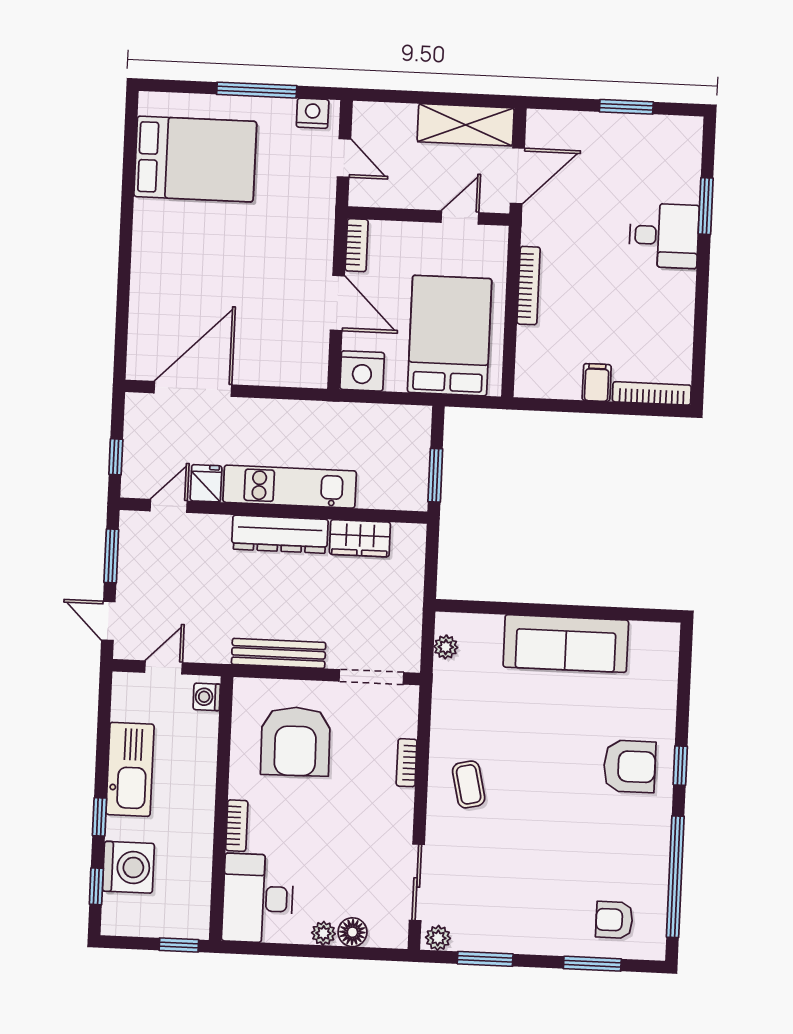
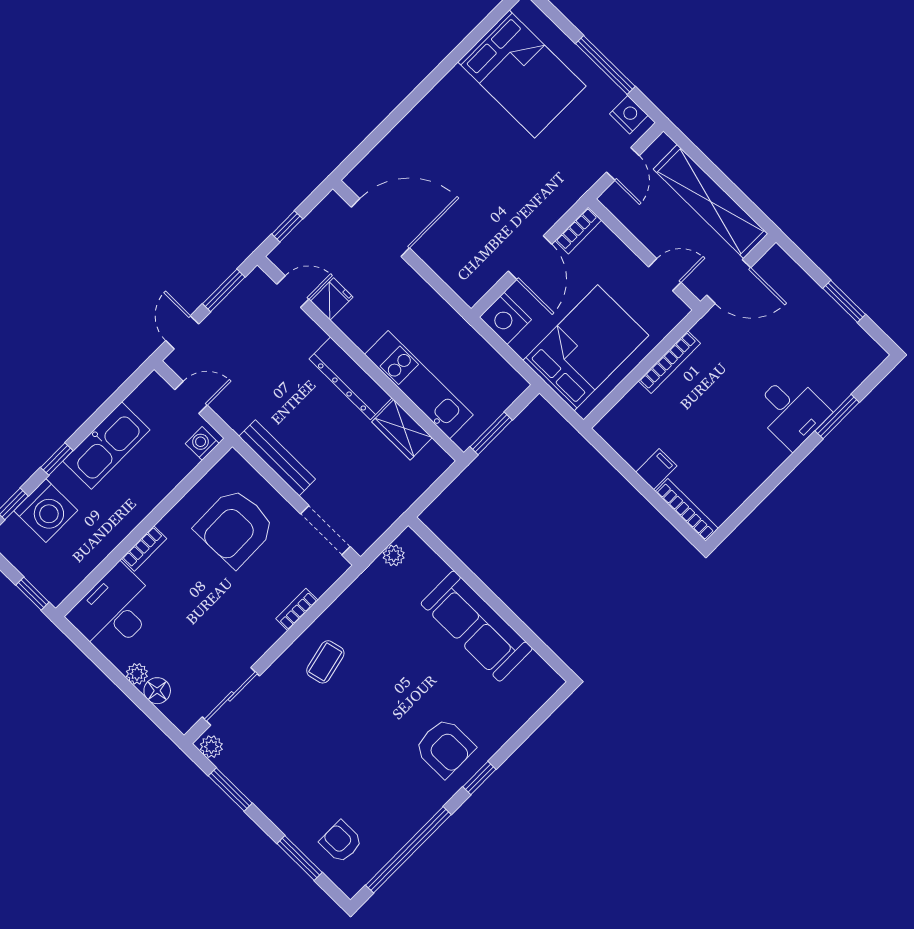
shelving: (466, 125) -> (710, 201), width x1.47
kitchen unit: (290, 487) -> (419, 385), moved

